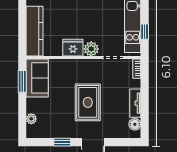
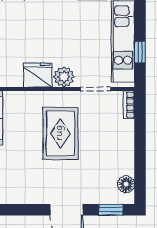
rug: (88, 102) -> (60, 133), moved
tv unit: (135, 103) -> (127, 154), removed
window: (62, 142) -> (111, 210), moved

